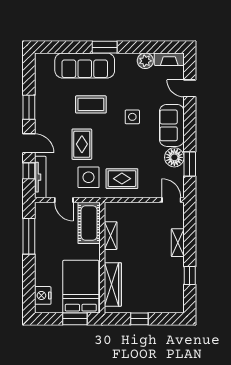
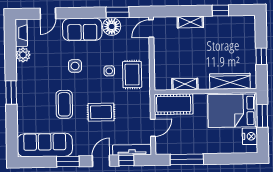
sofa: (85, 65) -> (45, 145), moved, turned -90
side table: (89, 177) -> (109, 71), moved, width x0.54, depth x0.54
nightstand: (43, 295) -> (250, 136), moved, turned -90

